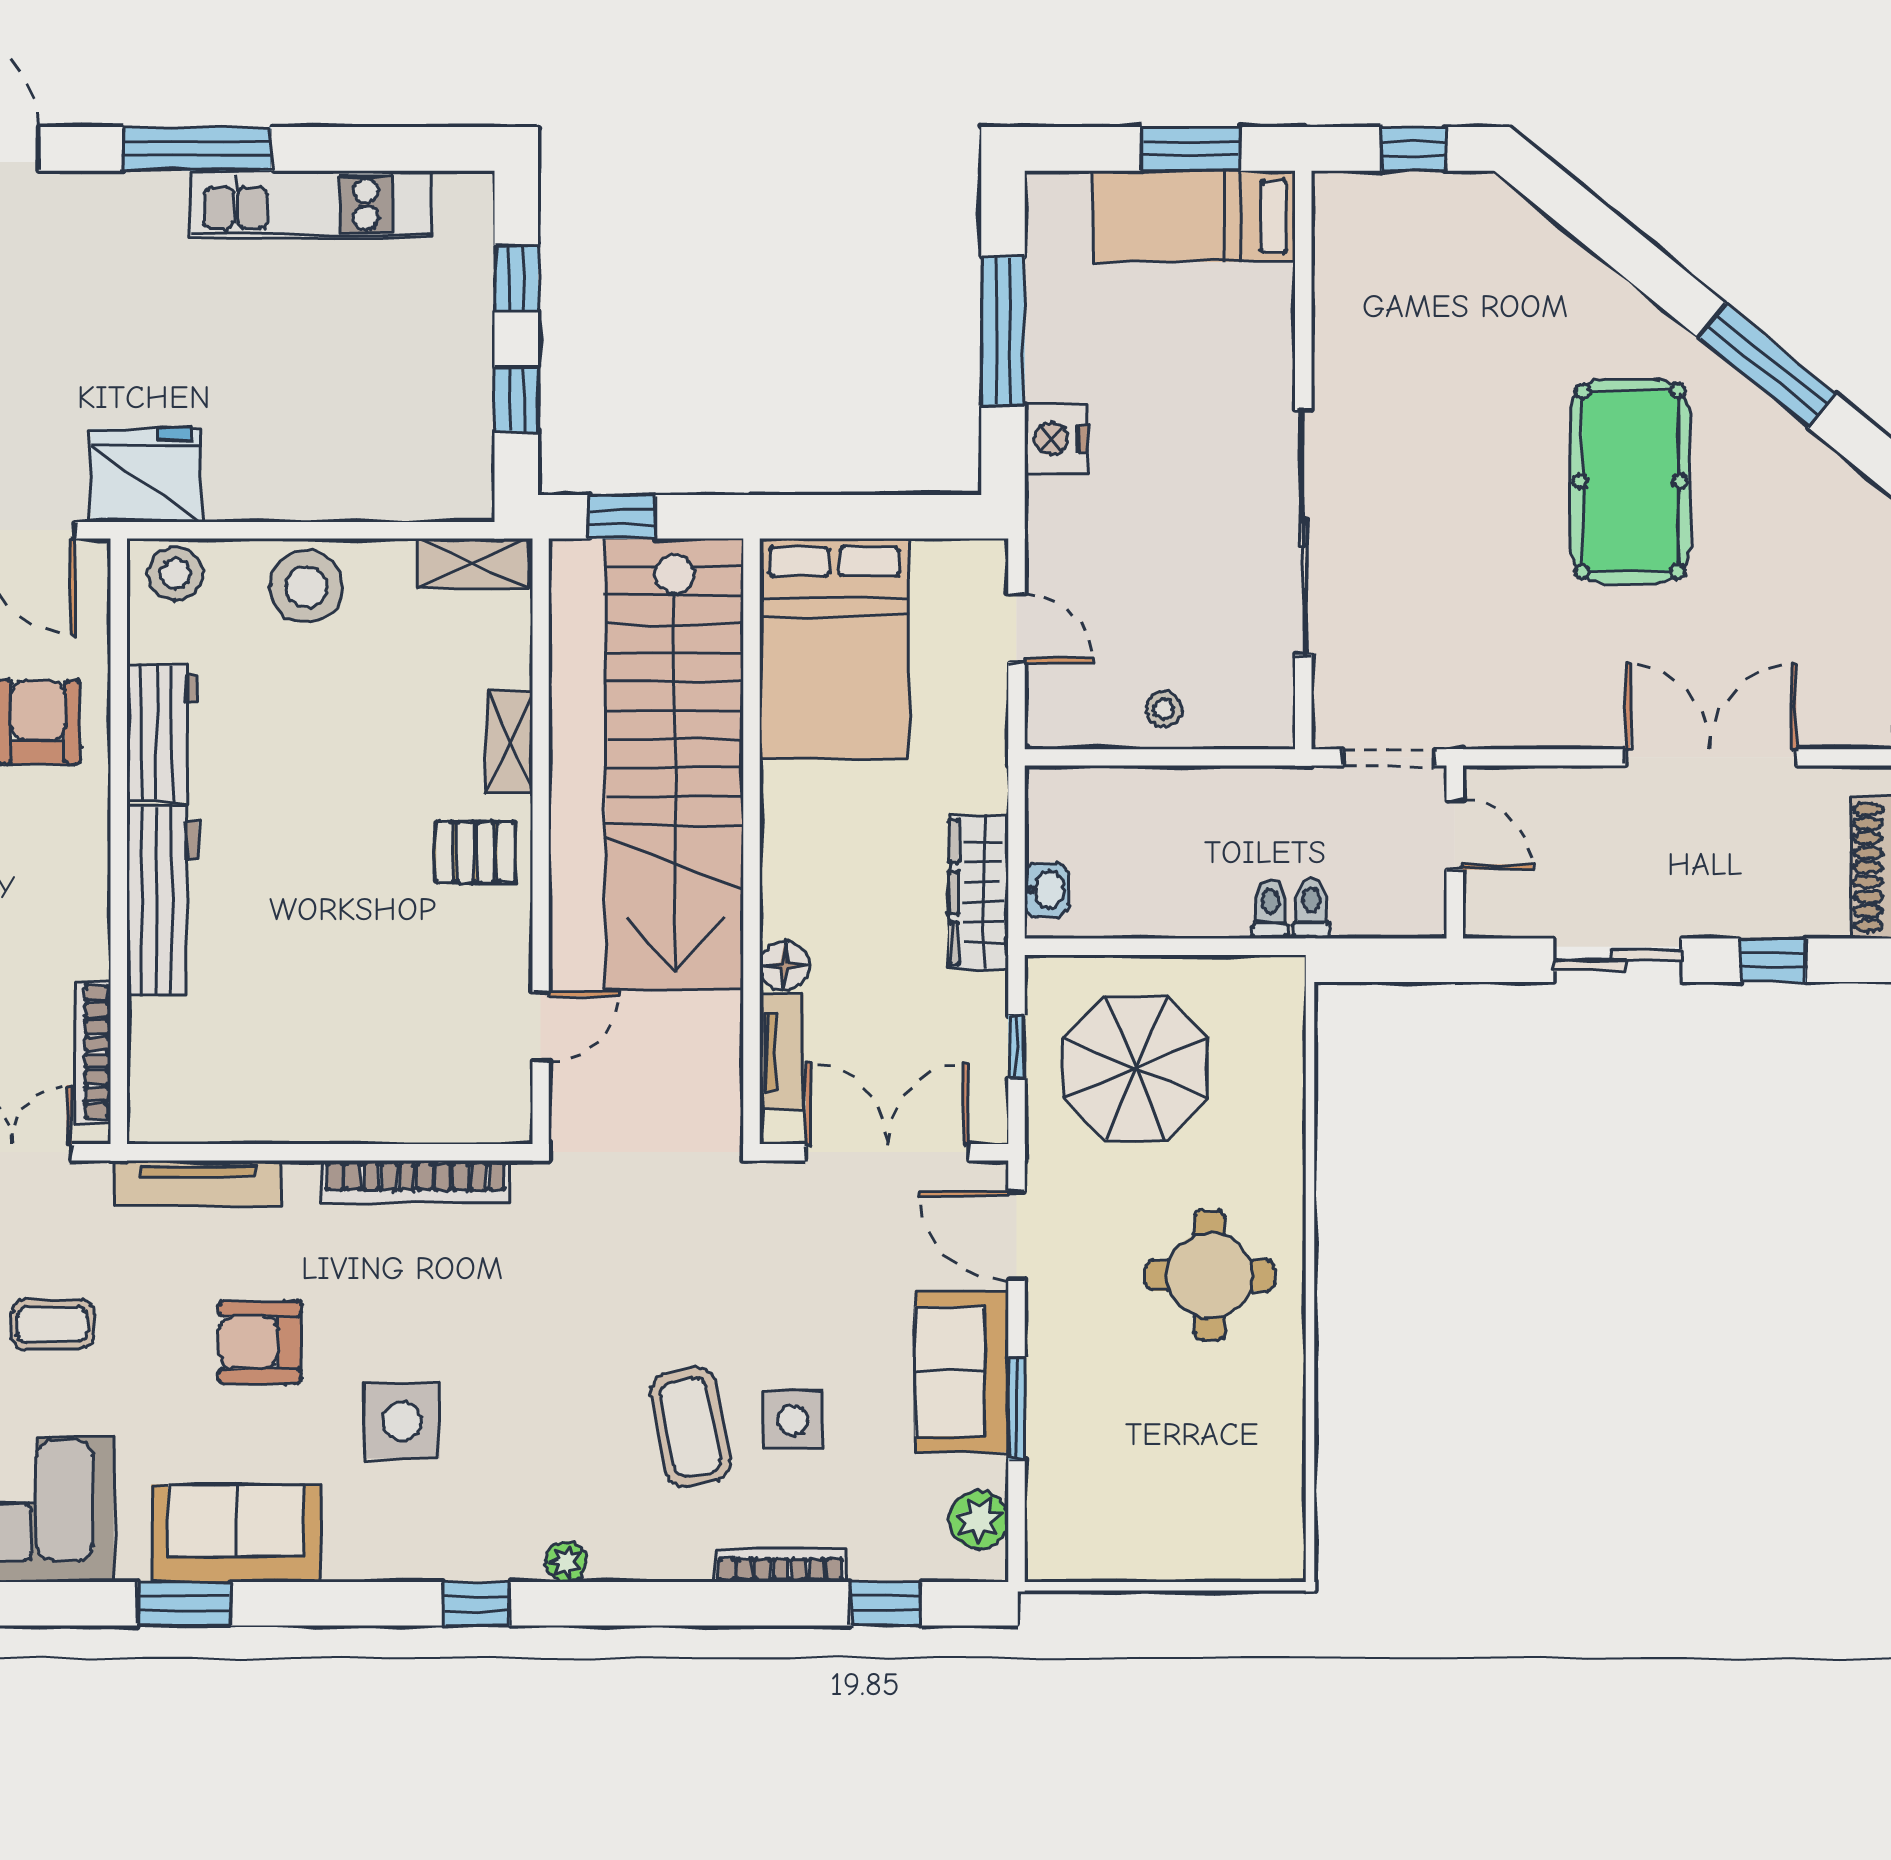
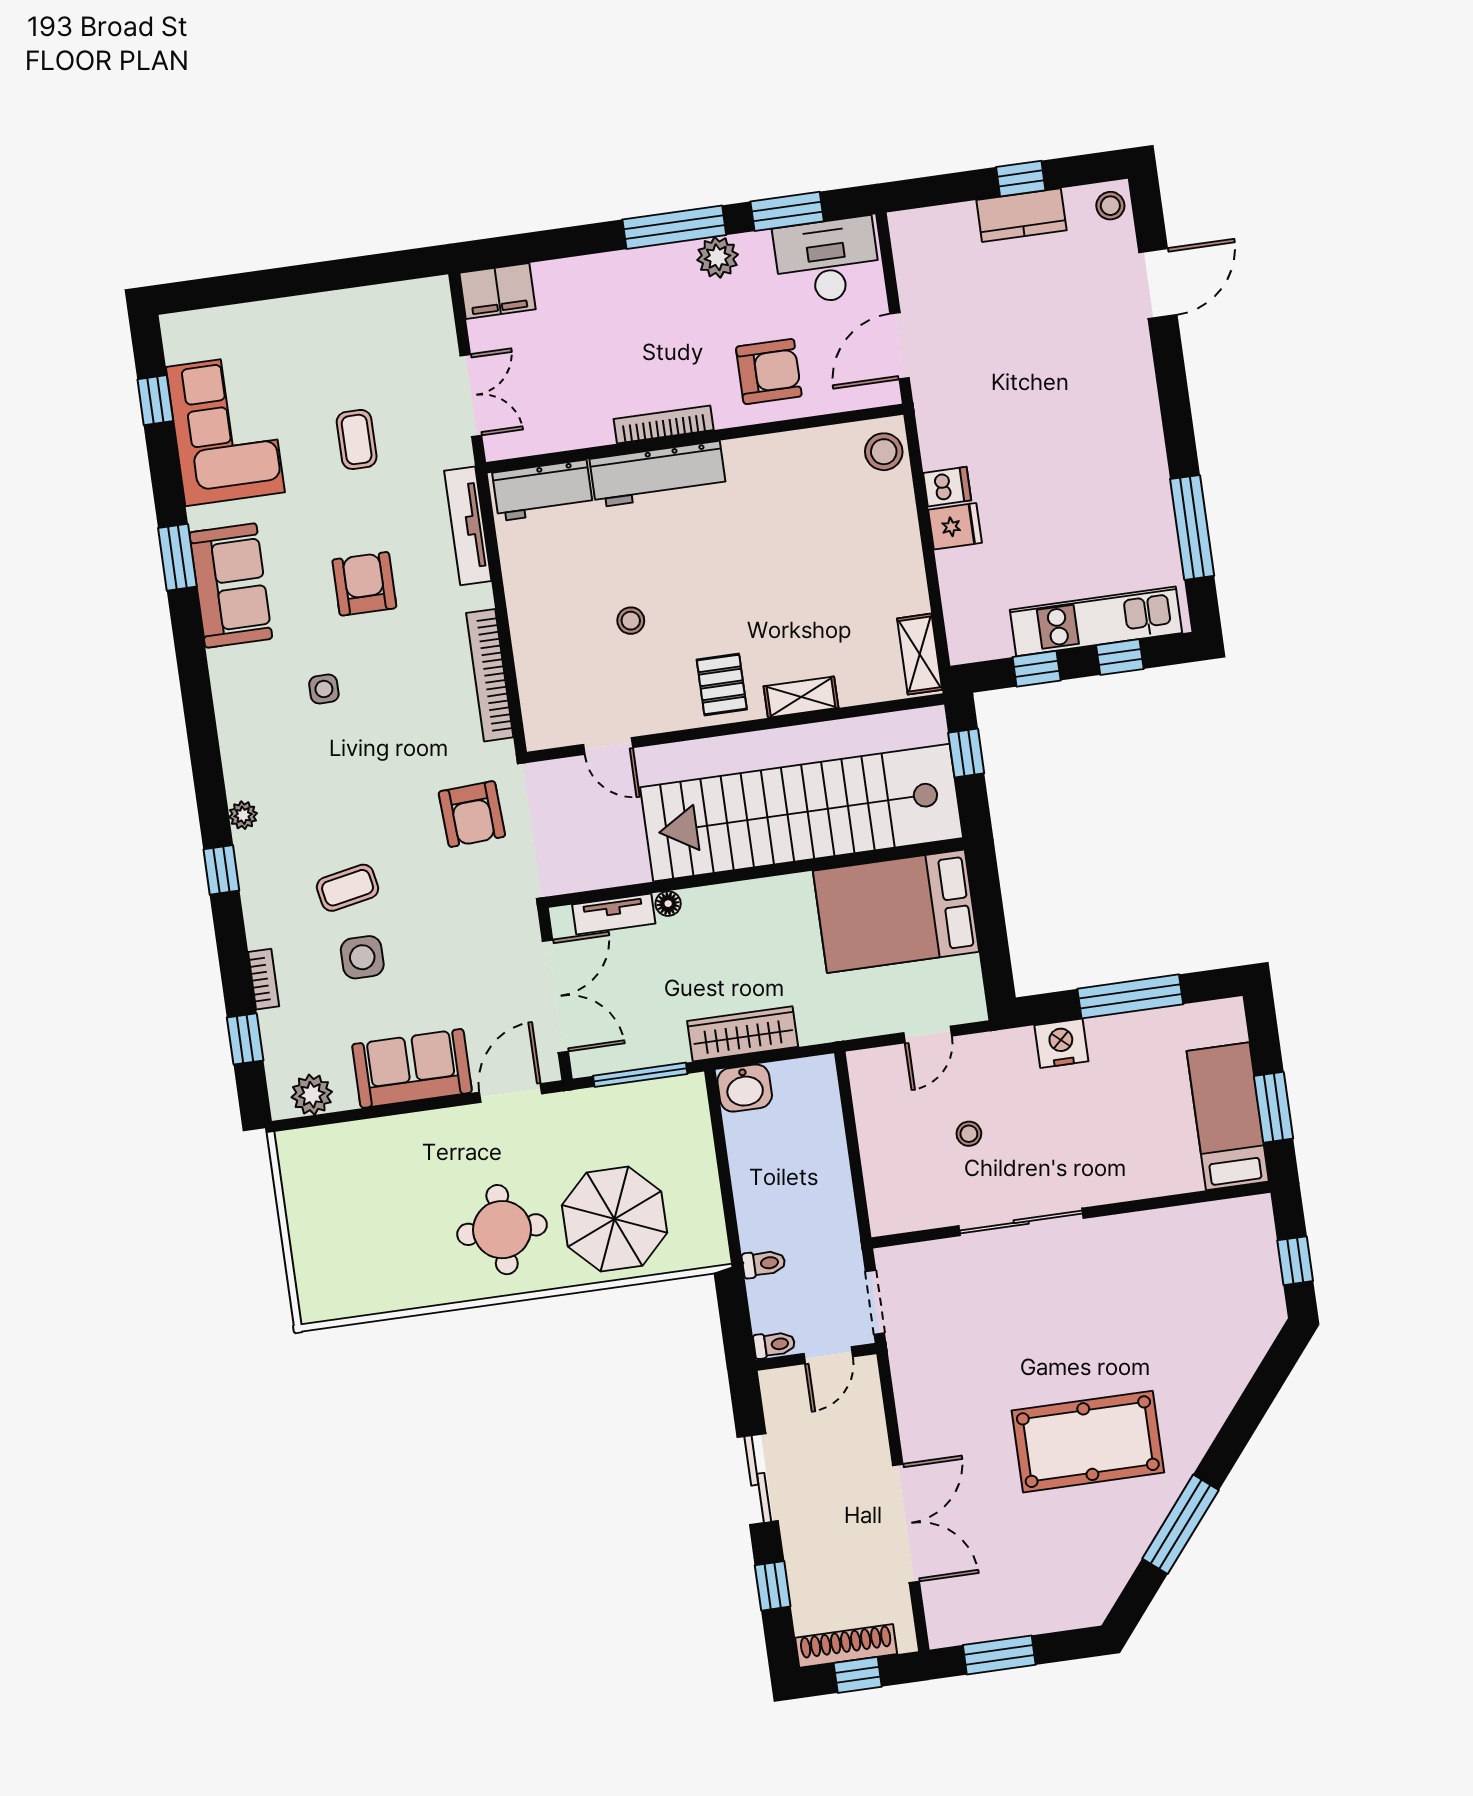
window: (197, 149) -> (1192, 527), moved
kitchen unit: (310, 205) -> (1096, 621), moved, turned 90
fridge: (146, 475) -> (955, 526), moved, width x0.53, depth x0.75
dishwasher: (238, 490) -> (947, 487), added
sliding door: (1303, 532) -> (1021, 1222), width x0.73
stool: (306, 587) -> (631, 621), moved, width x0.53, depth x0.53
stool: (1164, 709) -> (969, 1134), moved
workbench: (162, 733) -> (543, 490), moved
washbasin: (1047, 890) -> (745, 1088), width x1.38, depth x1.45
toilet: (1270, 910) -> (774, 1345), moved
floor lamp: (784, 966) -> (668, 904), width x0.73, depth x0.73
window: (1017, 1047) -> (640, 1075), width x2.17
bookcase: (93, 1052) -> (664, 424), moved
parasol: (1136, 1068) -> (614, 1219), moved
armchair: (610, 1235) -> (472, 814), added
window: (1017, 1409) -> (392, 1110), removed
side table: (402, 1421) -> (324, 689), width x0.54, depth x0.54
coffee table: (691, 1427) -> (348, 888), width x0.73, depth x0.77
bookcase: (781, 1565) -> (264, 979), width x0.64
window: (477, 1604) -> (221, 870), moved

